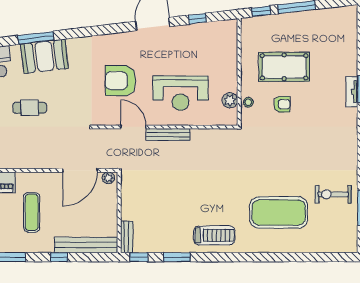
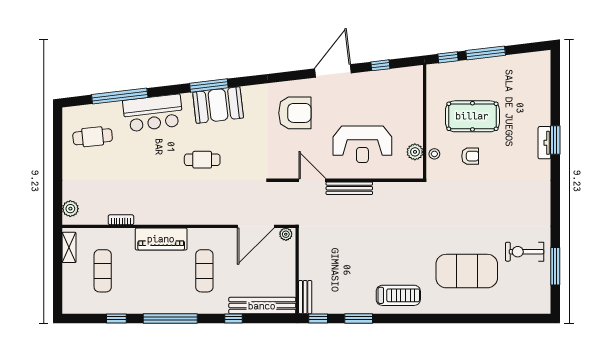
armchair: (121, 81) -> (295, 113), moved, turned 180

